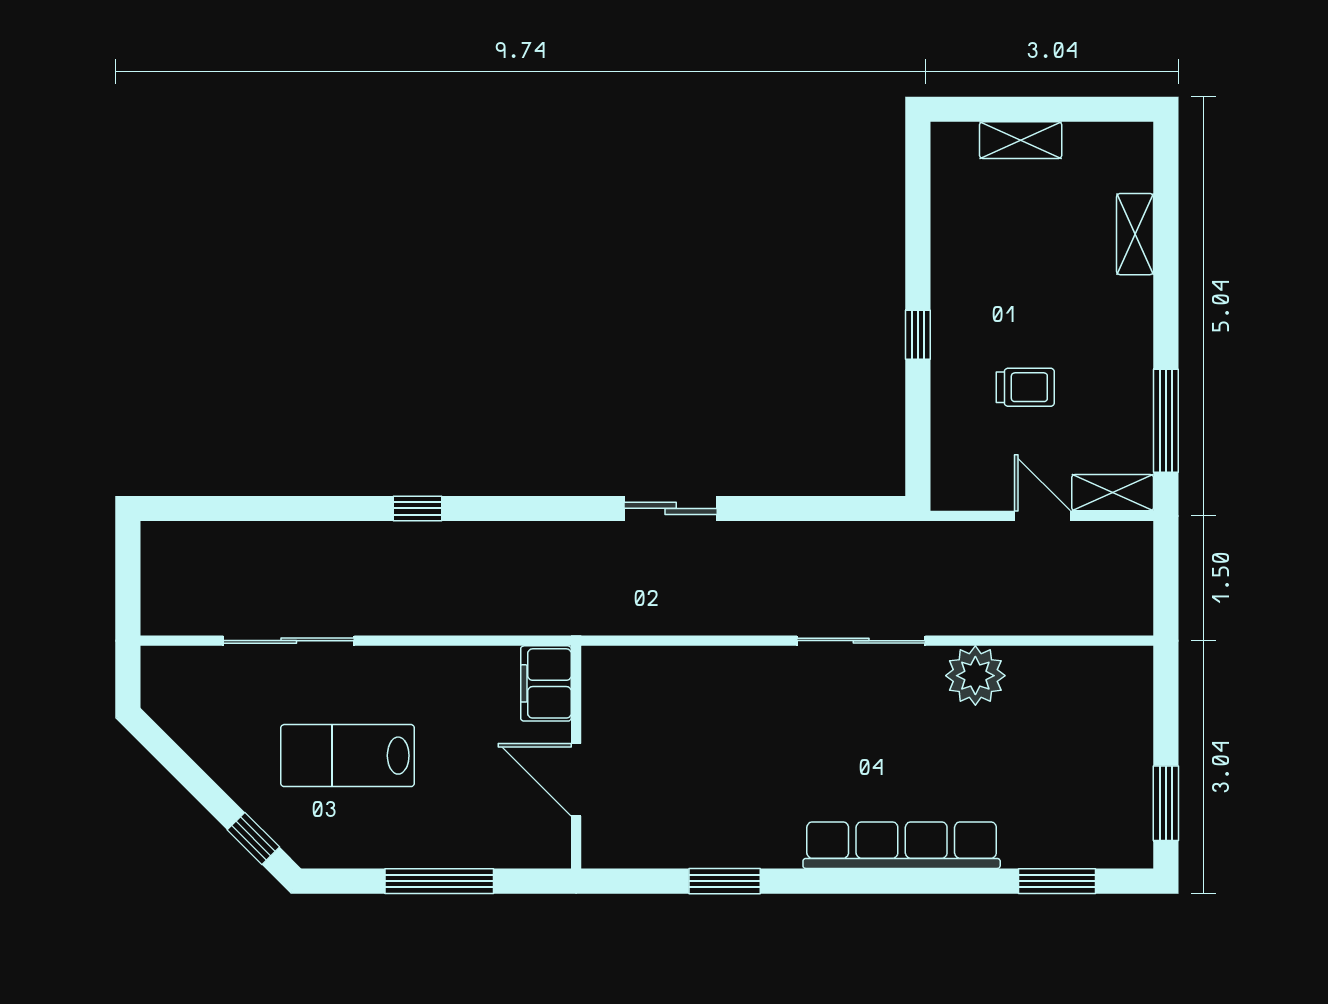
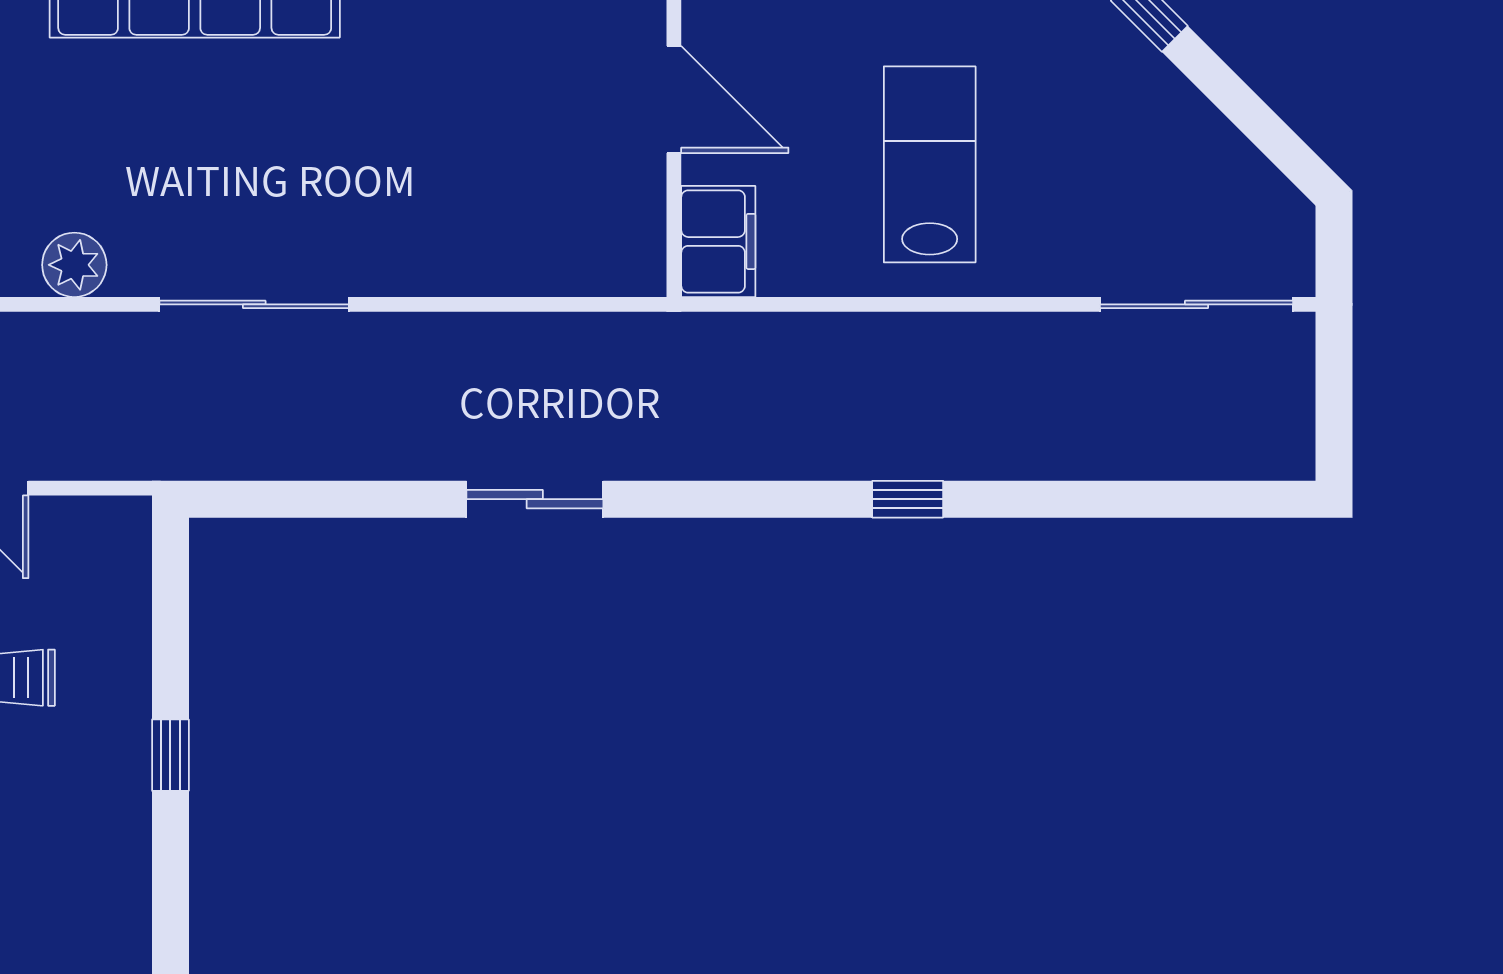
sliding door: (289, 641) -> (1197, 304), moved
plant: (975, 676) -> (74, 265), width x0.73, depth x0.73
lab bench: (348, 756) -> (930, 164), moved, turned -90

